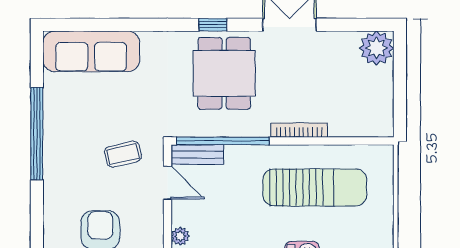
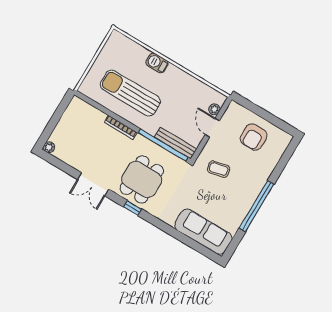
plant: (377, 48) -> (49, 147), width x0.53, depth x0.53
bench: (197, 155) -> (176, 143), width x1.36
door: (168, 183) -> (212, 128), moved

